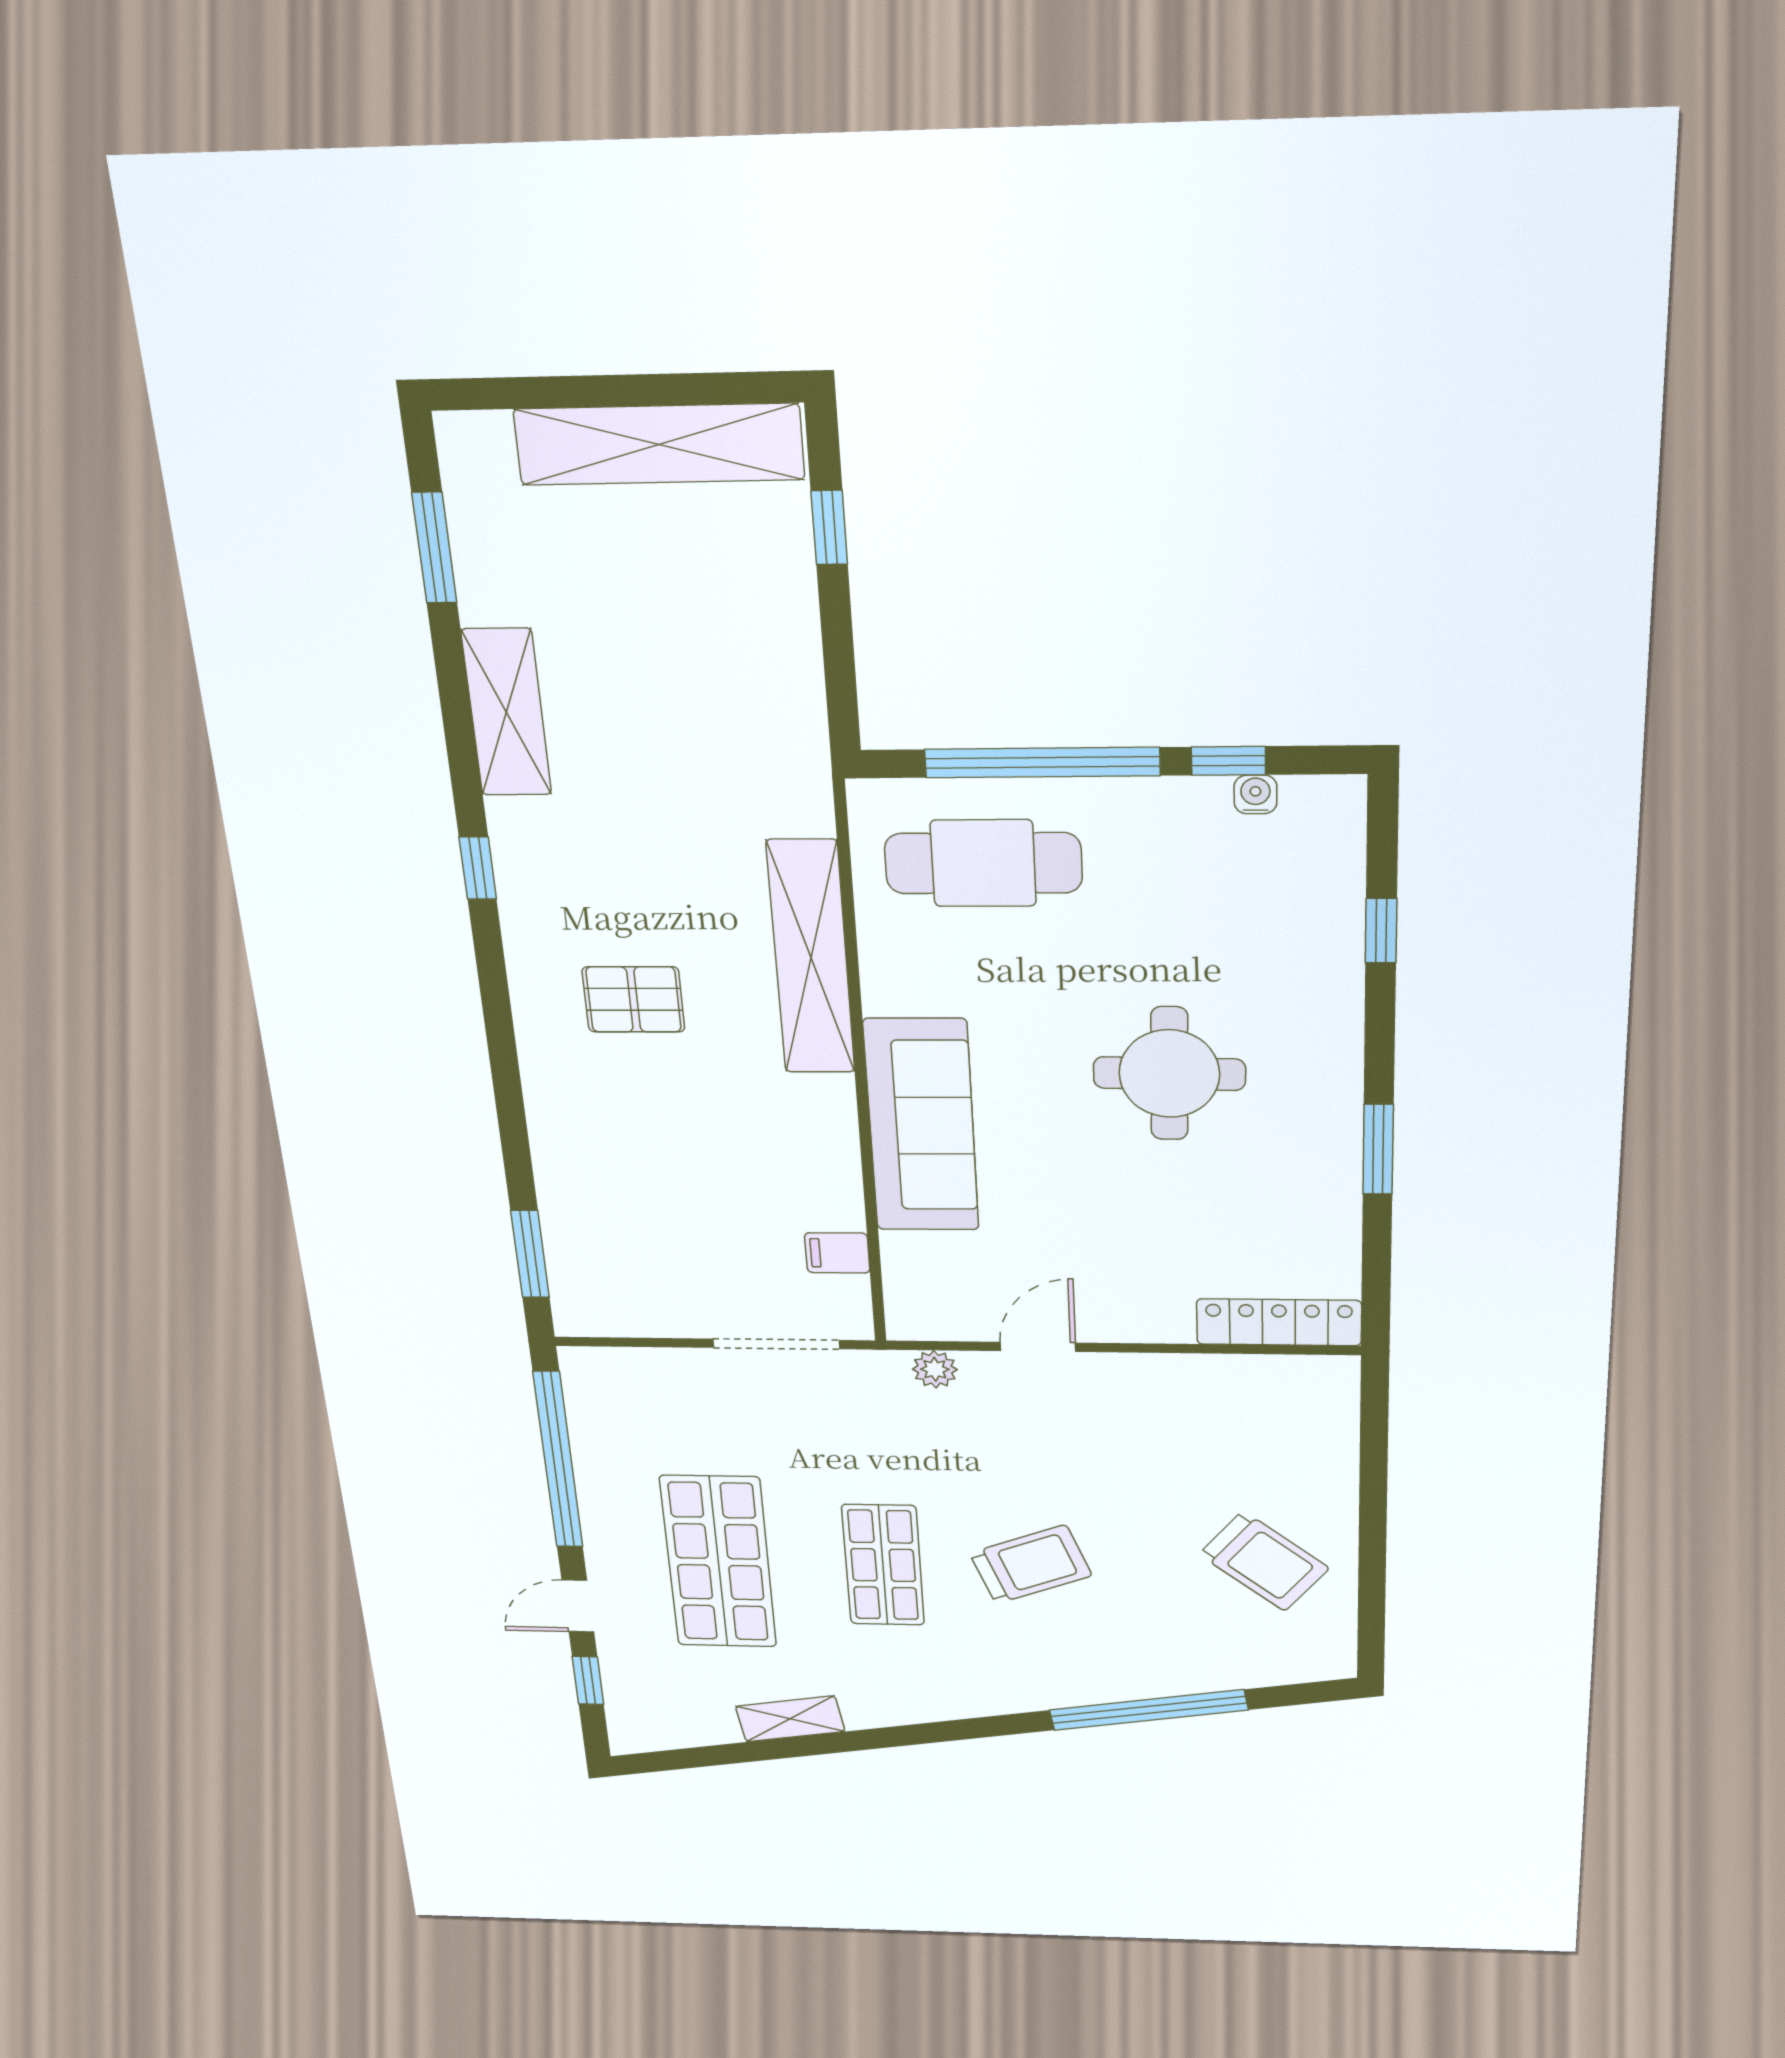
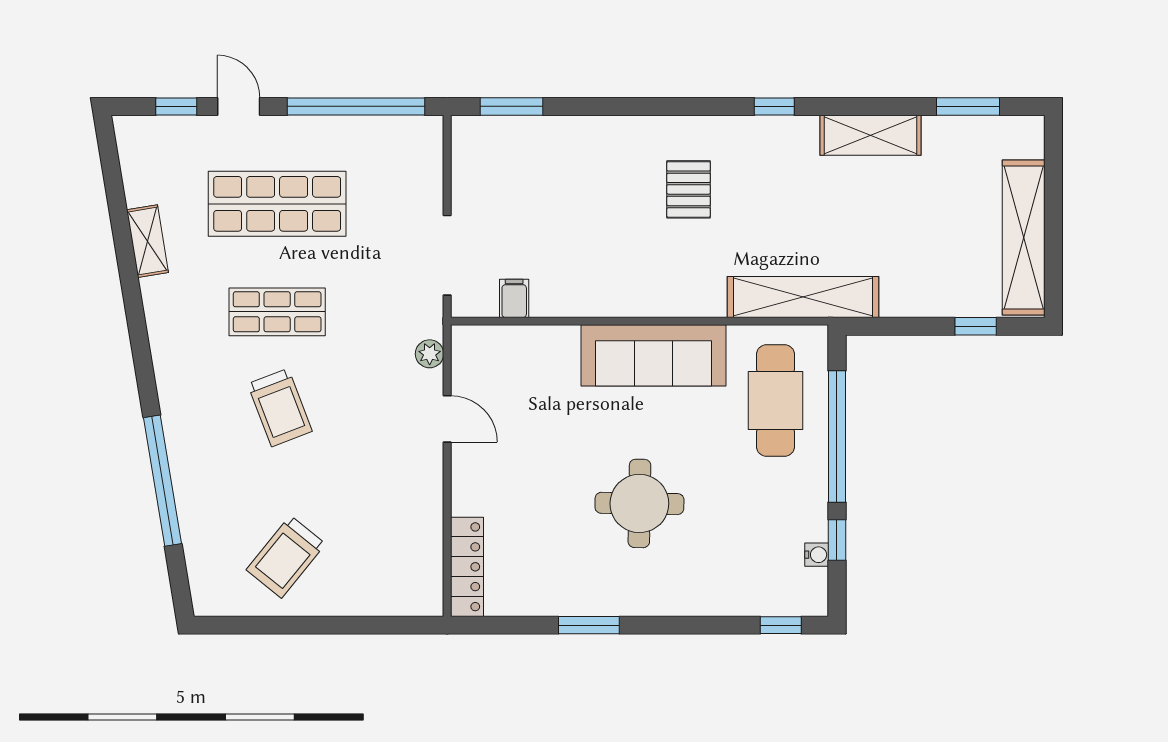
window: (1381, 931) -> (781, 625), moved
shelving: (811, 958) -> (803, 297), moved
sofa: (921, 1126) -> (653, 355), moved

